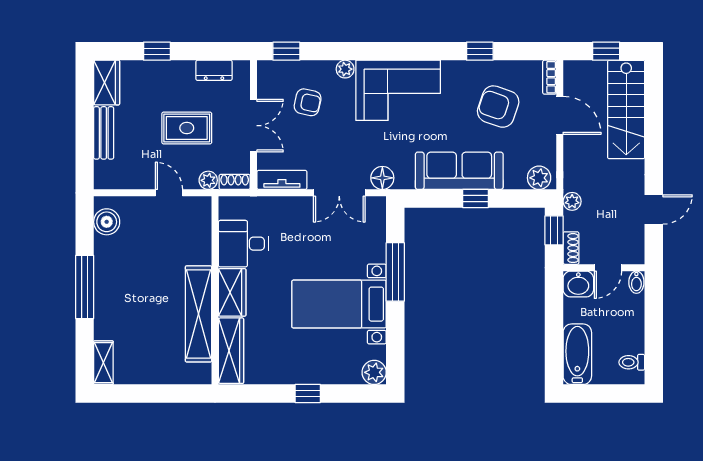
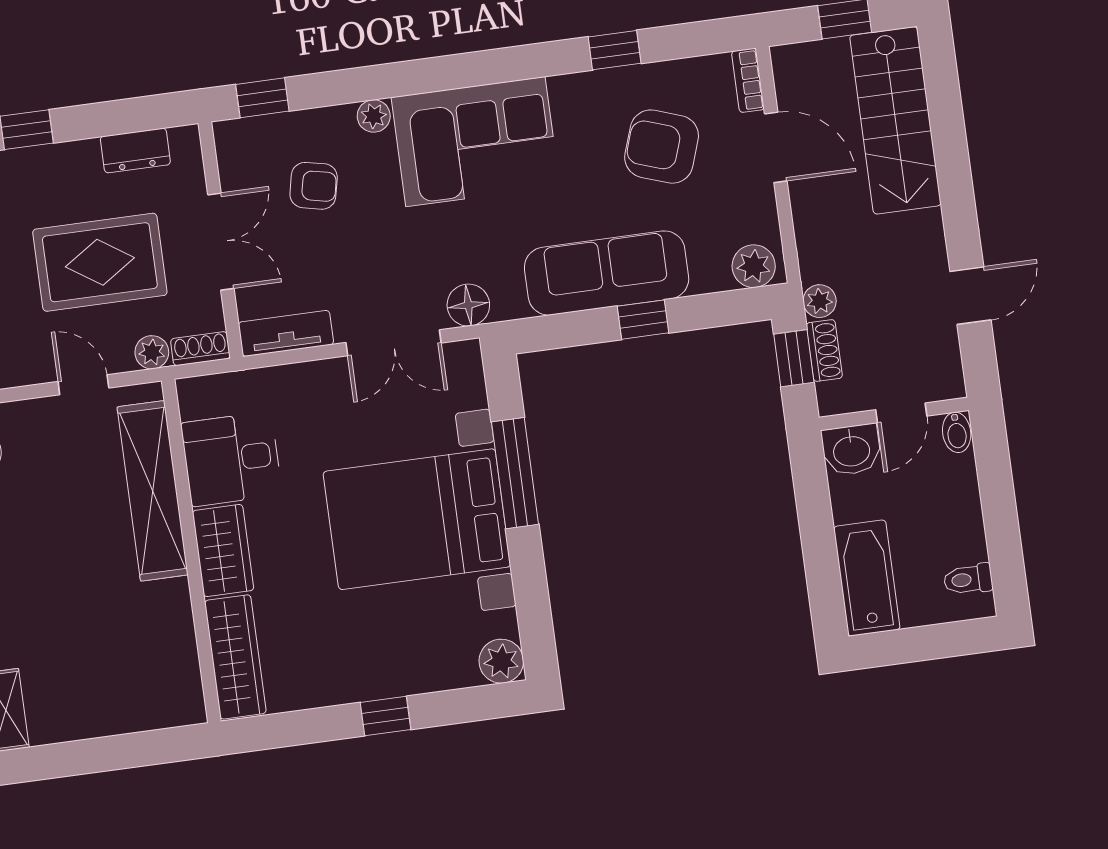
rug: (187, 128) -> (100, 262), width x1.36, depth x1.43
shoe rack: (571, 248) -> (824, 351), moved
bed with nightstands: (339, 304) -> (417, 519), width x1.36
shelving: (199, 314) -> (153, 491), moved

